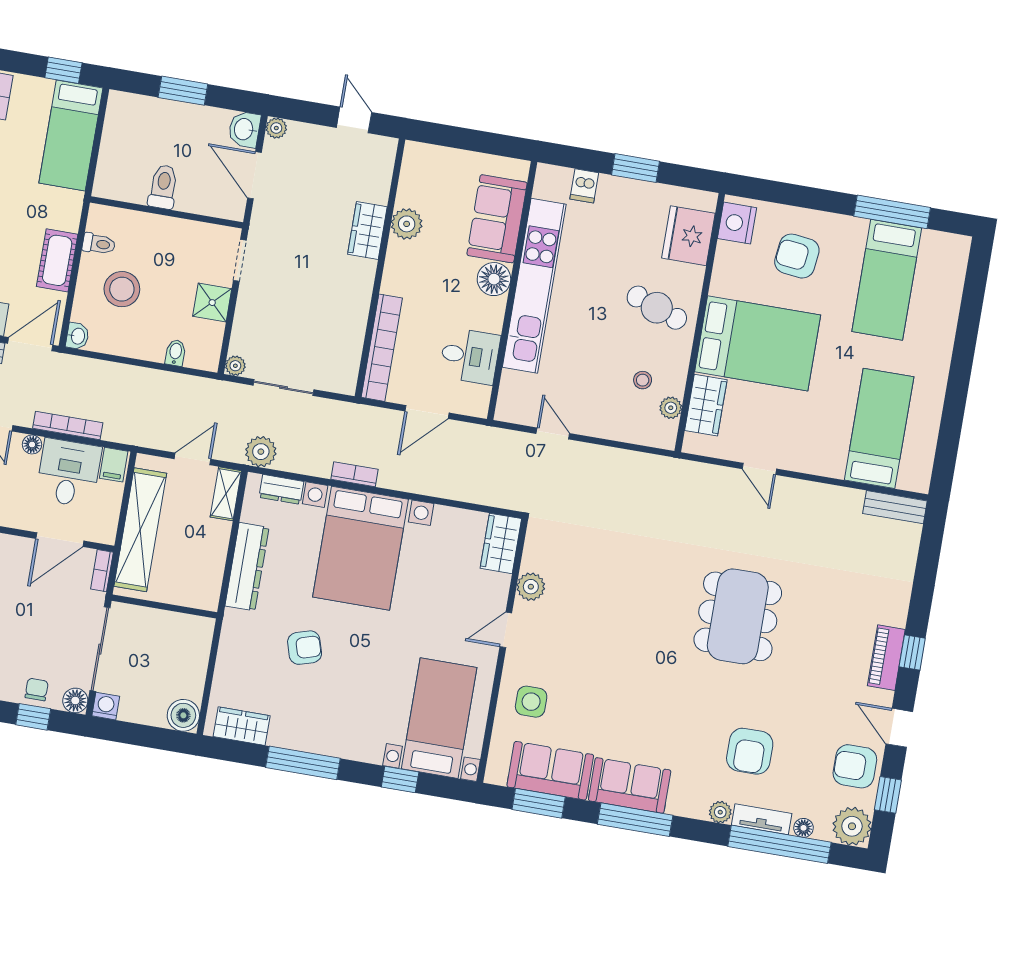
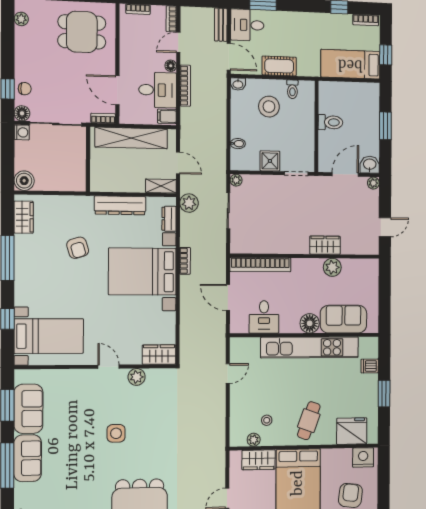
side table: (531, 702) -> (116, 433), moved

